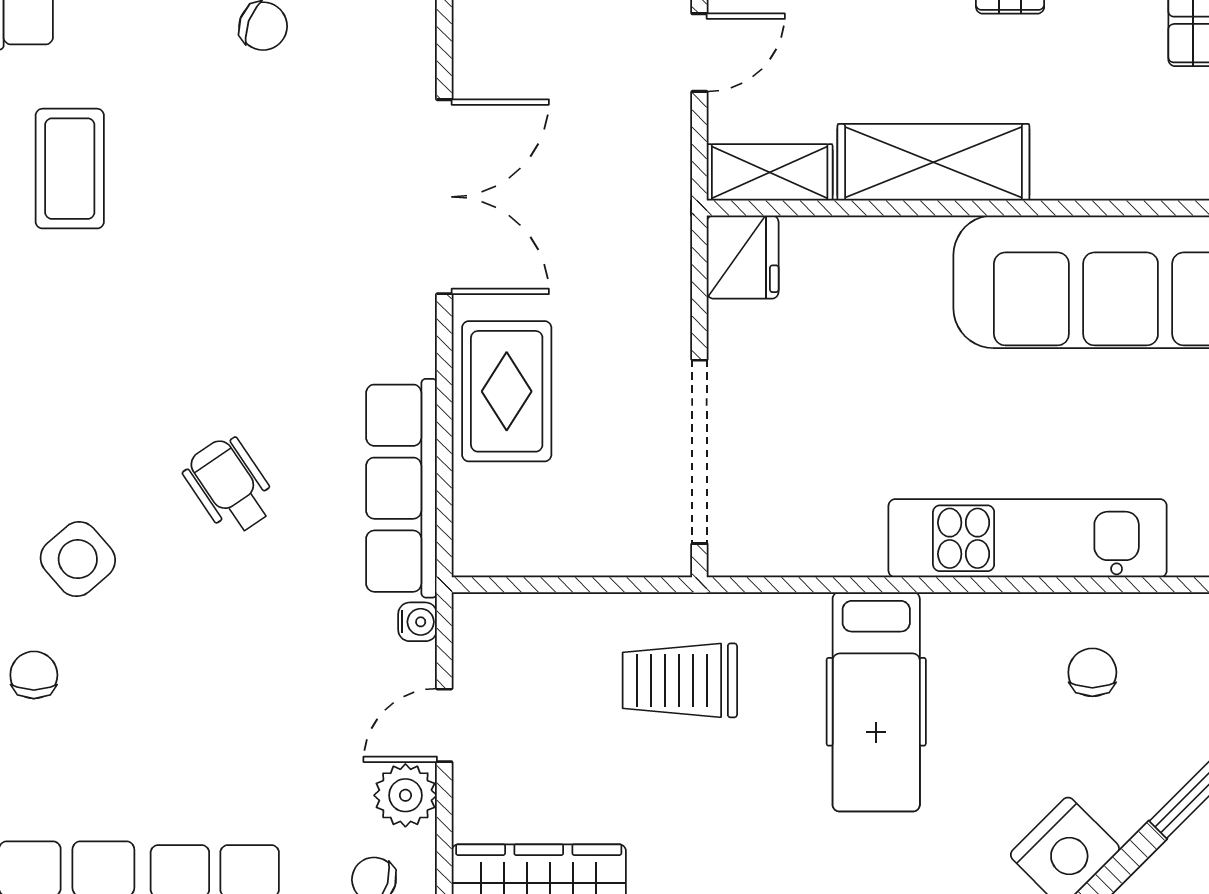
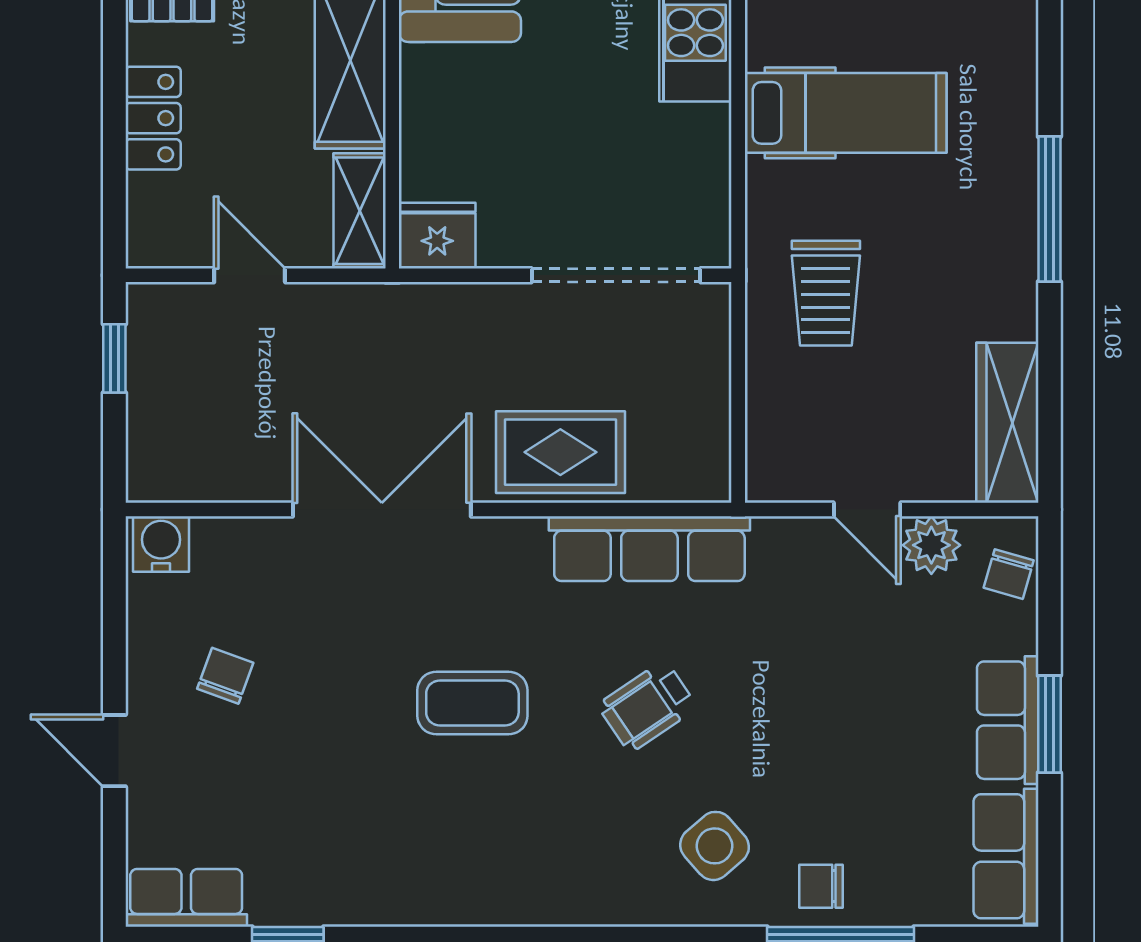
coffee table: (70, 169) -> (472, 703), moved
water cooler: (418, 622) -> (772, 534), removed

